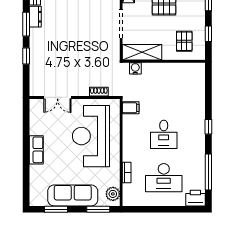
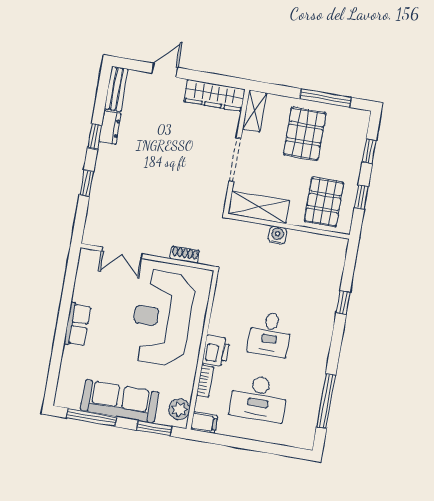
window: (26, 24) -> (95, 136), width x0.67
pallet: (184, 41) -> (324, 202), width x1.50, depth x1.42
water cooler: (135, 68) -> (277, 235), moved
filing cabinet: (131, 108) -> (204, 423), moved
window: (208, 127) -> (343, 302), moved
printer: (195, 198) -> (216, 351), moved, turned 90
window: (56, 209) -> (91, 417), width x1.44

